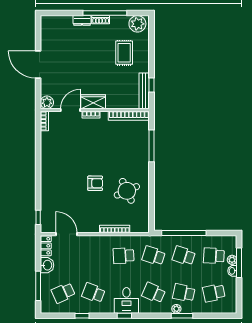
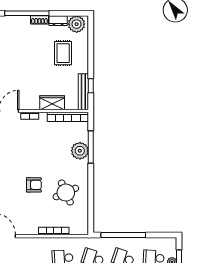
window: (105, 13) -> (27, 13), moved
dresser: (82, 20) -> (58, 21), moved
wardrobe: (93, 102) -> (52, 103), moved
plant: (141, 149) -> (80, 151), added

